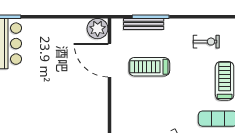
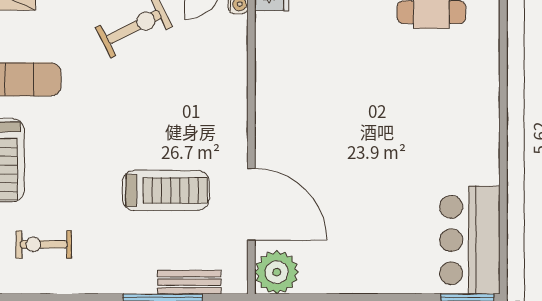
bench: (144, 24) -> (189, 282), width x0.73

